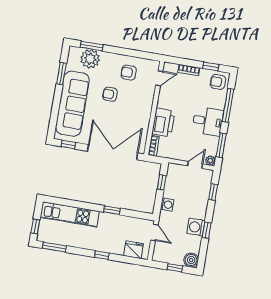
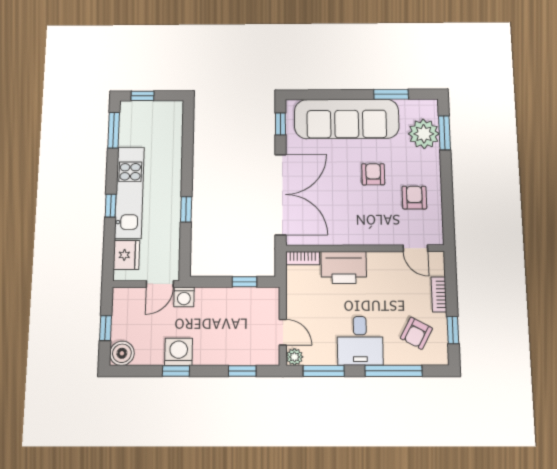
armchair: (218, 82) -> (416, 333), moved, turned -152
washing machine: (167, 205) -> (184, 297), moved
kitchen unit: (70, 214) -> (129, 193), moved, turned 180

